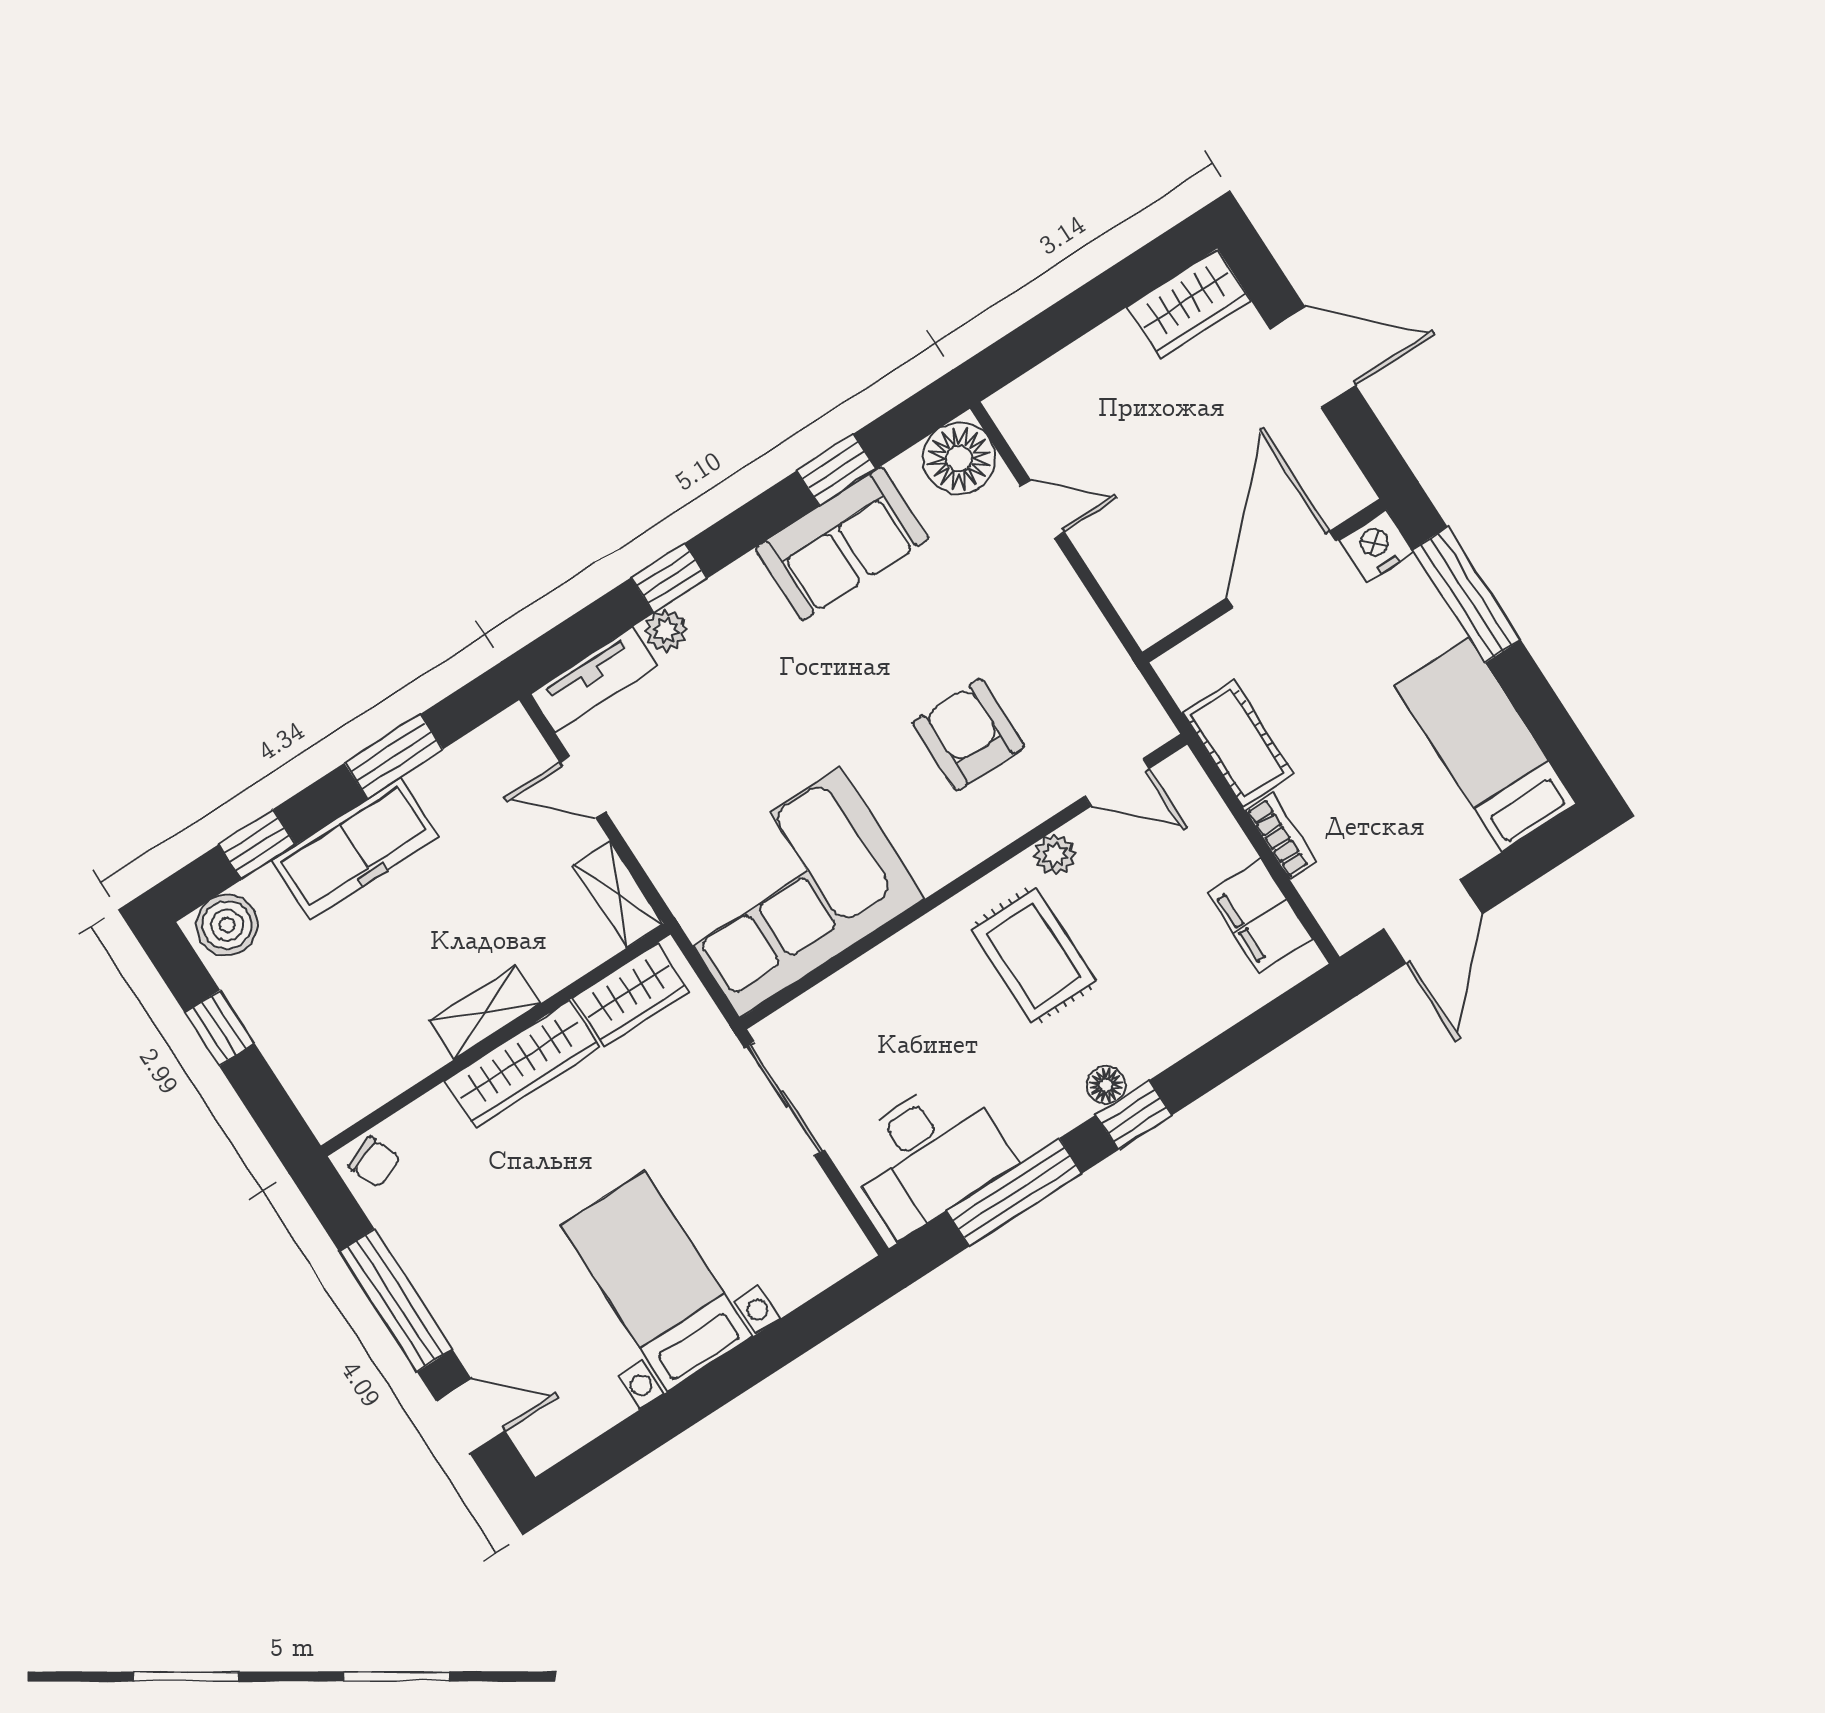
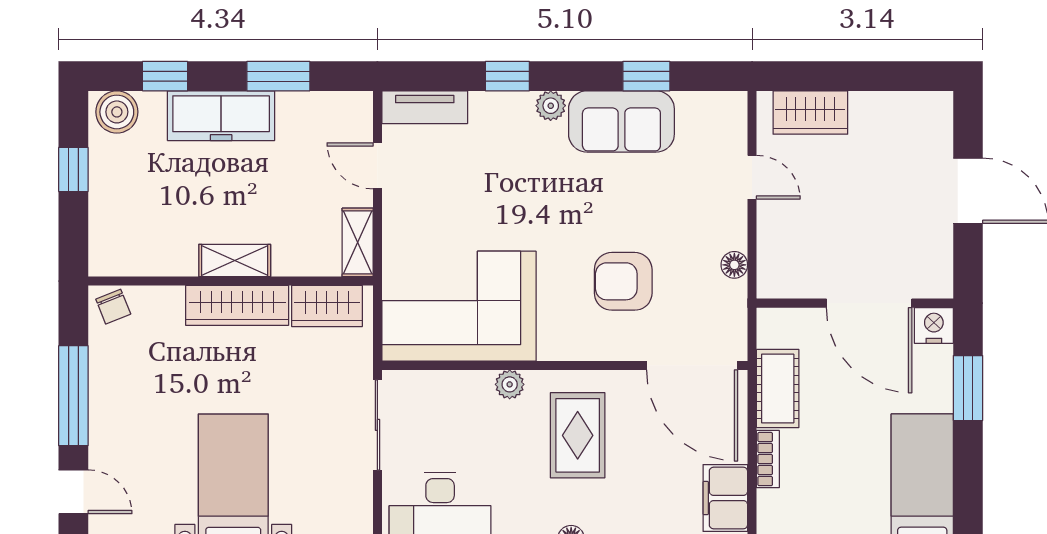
wardrobe: (1189, 304) -> (810, 112), moved
floor lamp: (959, 458) -> (734, 265), moved, width x0.53, depth x0.53
door: (1281, 569) -> (869, 303), swing flipped
window: (1466, 595) -> (968, 388), width x0.69
plant: (666, 631) -> (551, 106), moved
armchair: (968, 735) -> (623, 281), turned -90
door: (1117, 782) -> (692, 366), width x1.88
plant: (1055, 855) -> (510, 384), moved

